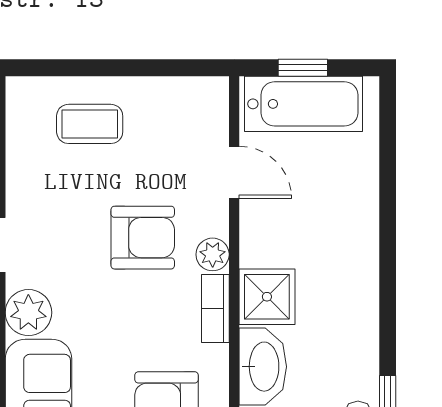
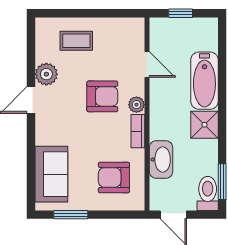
bathtub: (304, 104) -> (204, 81), moved, turned 90
shower: (267, 297) -> (204, 125), moved
plant: (28, 313) -> (46, 74), moved

